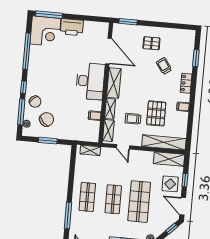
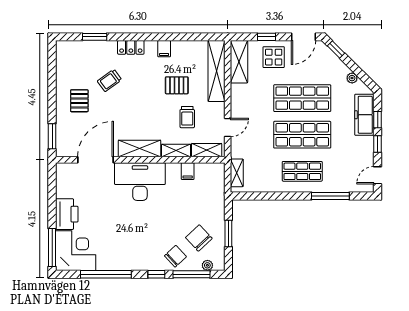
pallet: (156, 113) -> (177, 85), width x0.67, depth x0.71
shop shelf: (113, 199) -> (302, 135), width x1.43, depth x1.36

